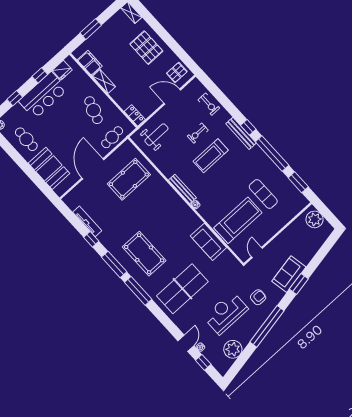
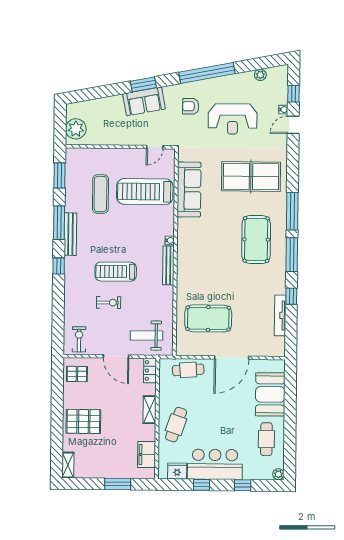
pallet: (146, 48) -> (83, 421), turned 90
shelving: (104, 82) -> (149, 410), moved
door: (172, 97) -> (116, 356), moved
exercise bike: (209, 104) -> (79, 339), moved
cafe table: (93, 110) -> (176, 425), moved
bench: (241, 133) -> (70, 234), moved
window: (272, 154) -> (59, 223), width x0.68
treadmill: (211, 156) -> (116, 272), turned 180
sofa: (208, 242) -> (189, 189), width x1.36
plant: (233, 349) -> (260, 75), width x0.53, depth x0.53

